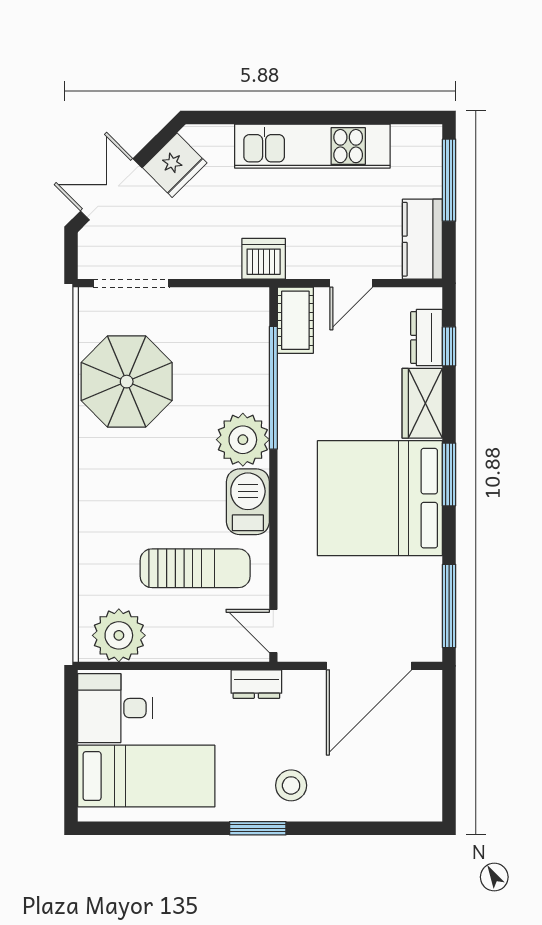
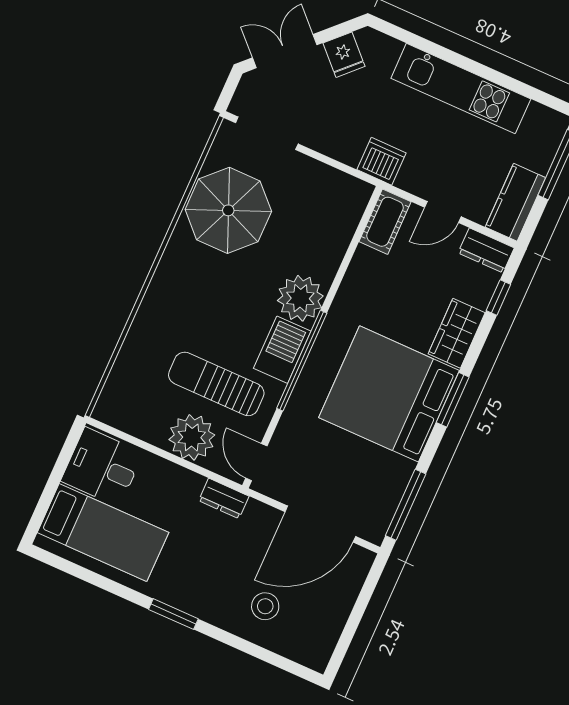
fridge: (175, 165) -> (344, 55), width x0.72
dresser: (427, 338) -> (486, 250), moved, turned -90
window: (273, 388) -> (302, 361), moved
sun lounger: (195, 568) -> (216, 384), turned 180
plant: (119, 635) -> (192, 437), moved
stool: (291, 785) -> (265, 606), moved

